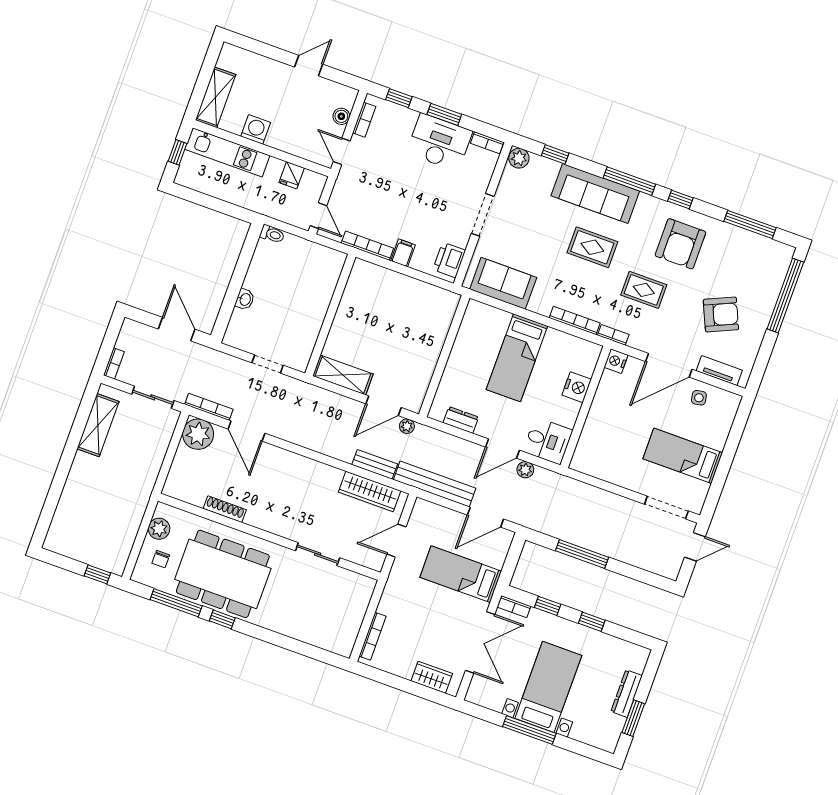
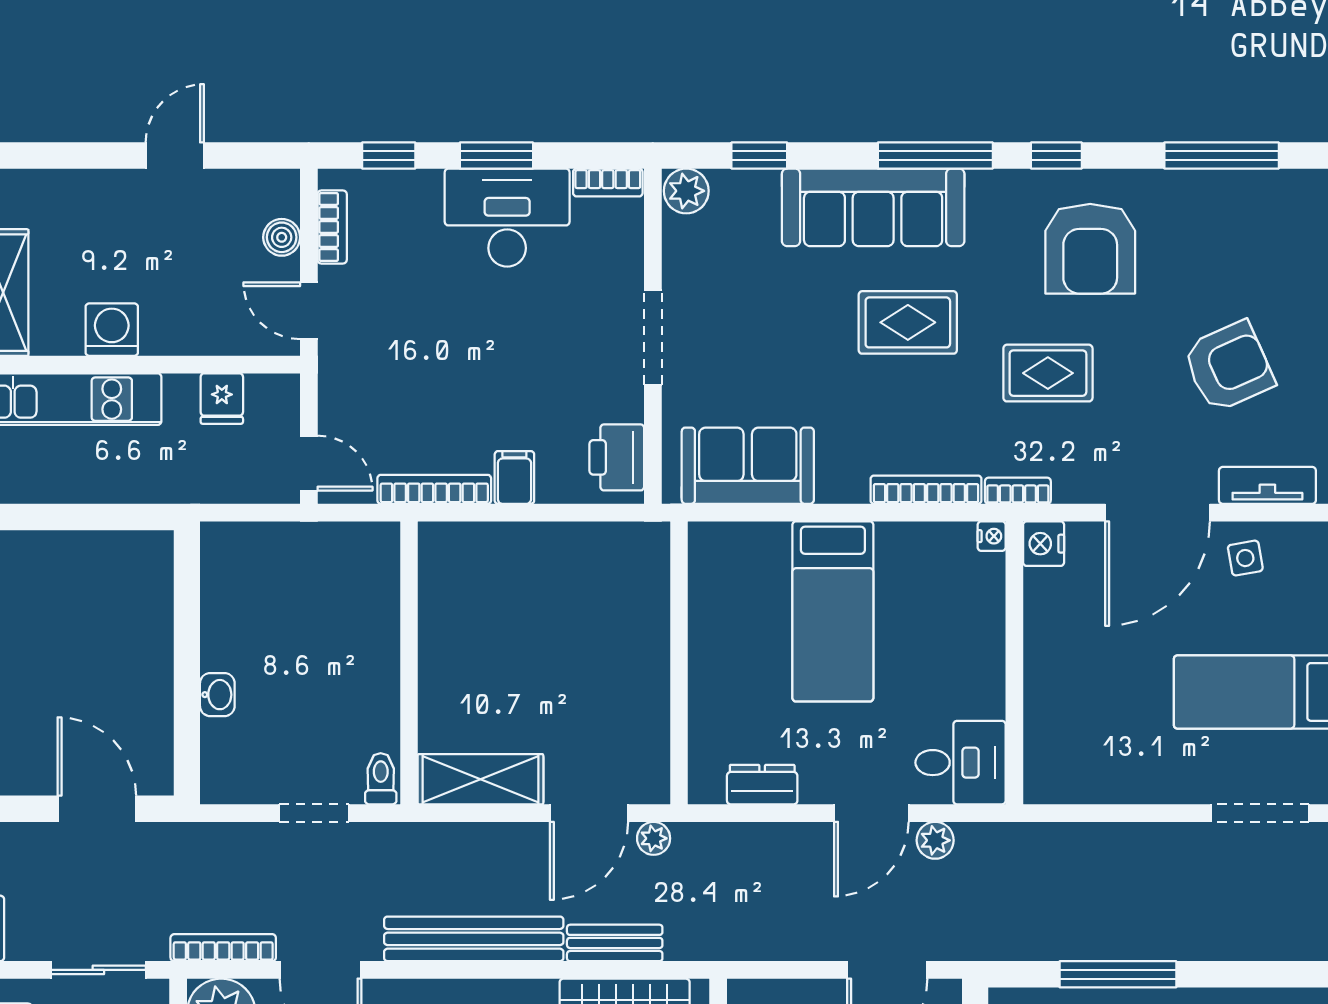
toilet: (272, 234) -> (381, 779), moved, turned -90
nightstand: (577, 387) -> (992, 536), moved, width x0.53, depth x0.56
bench: (435, 484) -> (474, 939), moved

